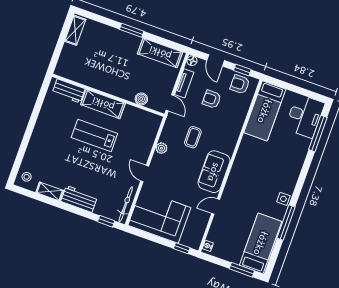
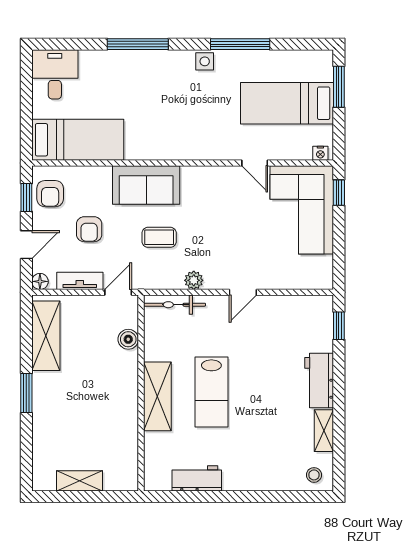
shelving: (75, 30) -> (80, 481), moved
workbench: (69, 91) -> (197, 478), moved, turned -90
desk: (305, 116) -> (55, 74), width x0.73
window: (318, 133) -> (138, 44), moved
sofa: (214, 172) -> (146, 185), moved
bicycle: (126, 204) -> (174, 305), moved
corner sofa: (159, 216) -> (302, 210), moved
bed: (261, 243) -> (287, 103), moved

